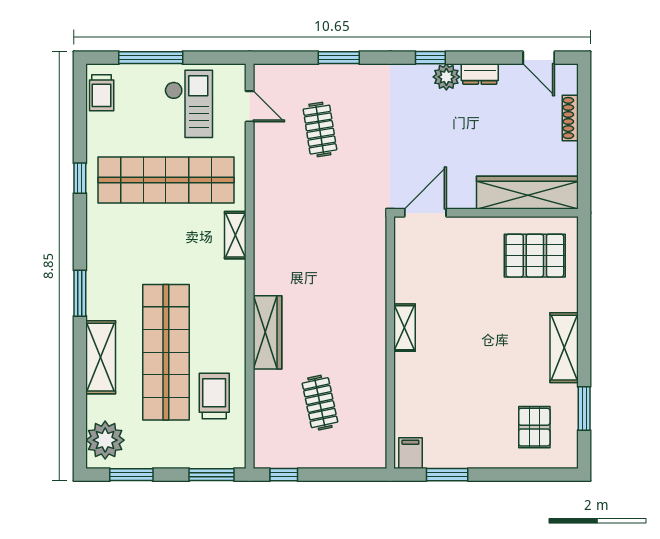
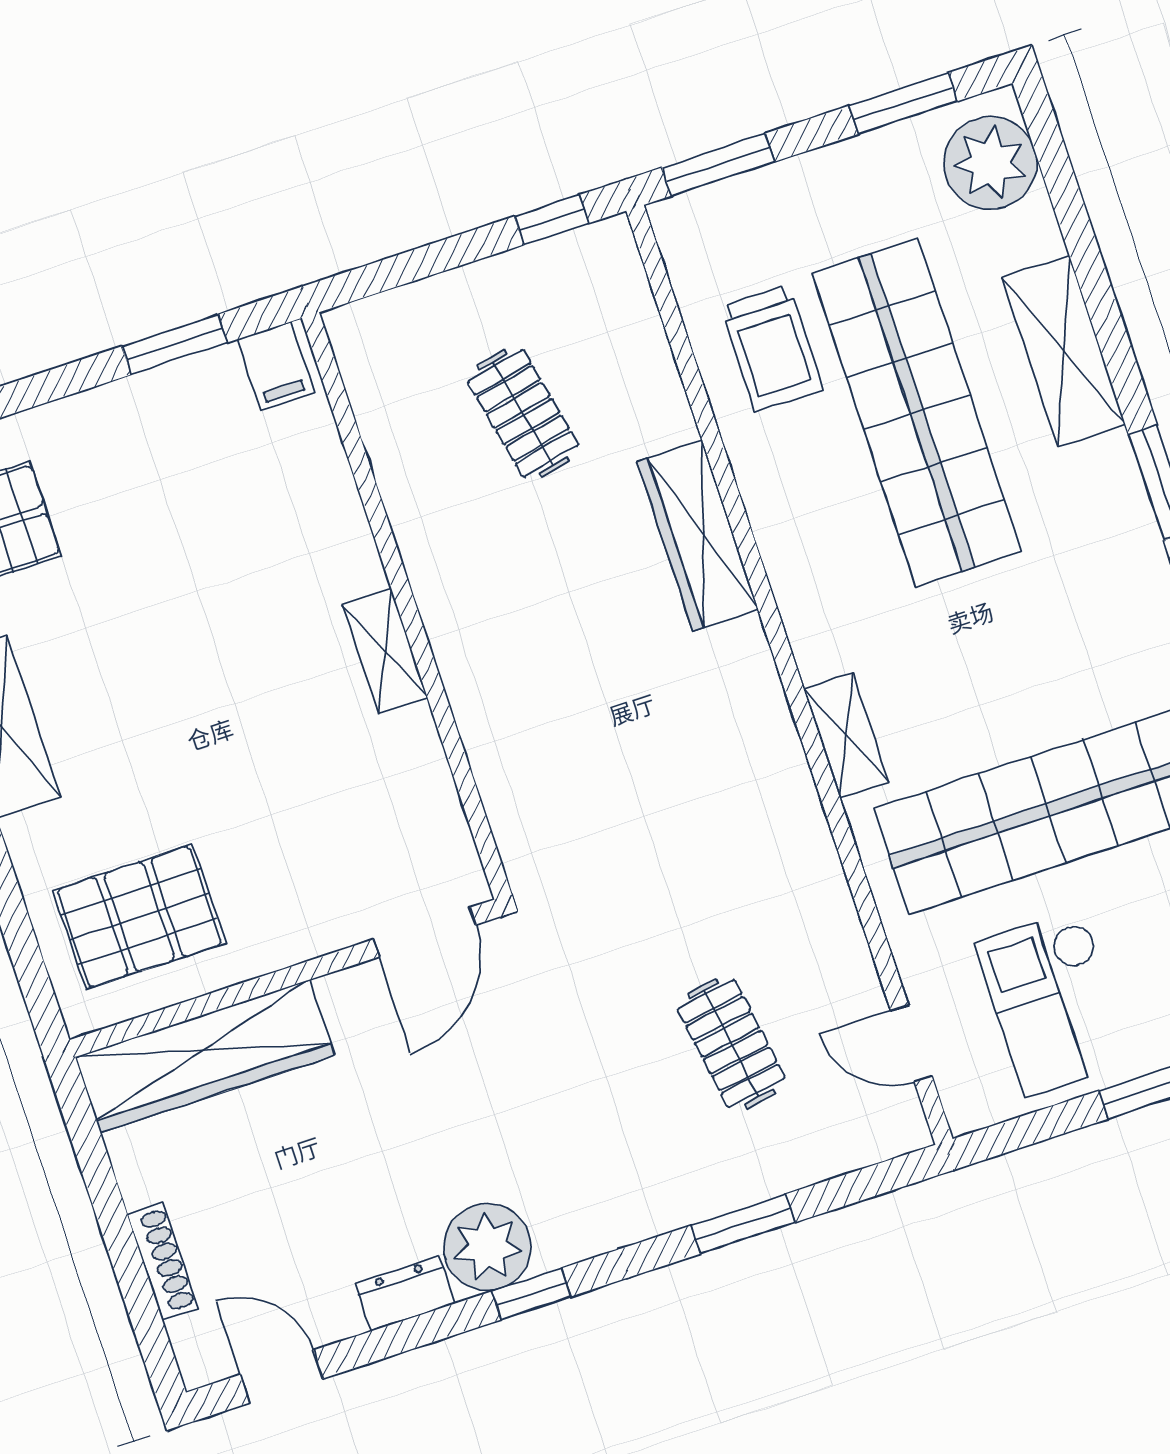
plant: (446, 77) -> (487, 1247), width x1.36, depth x1.36

